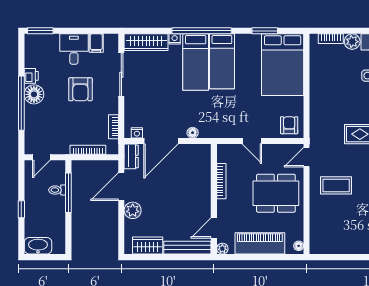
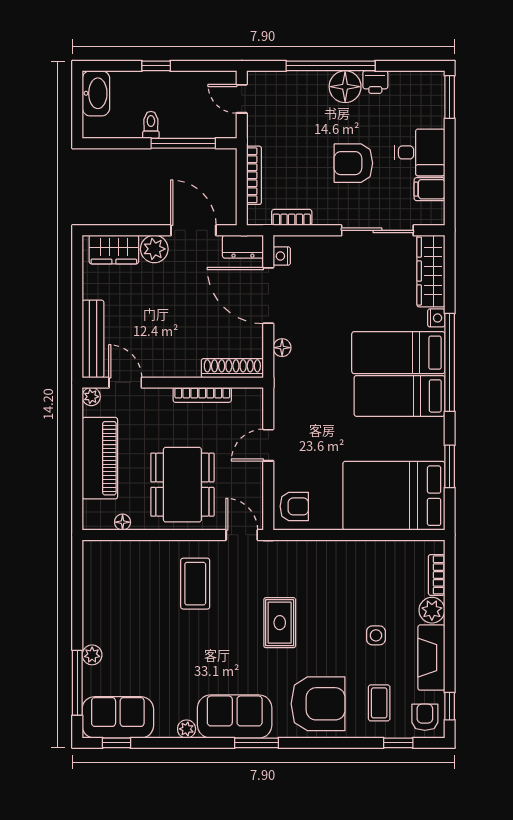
shoe rack: (205, 163) -> (232, 368), added
toilet: (57, 190) -> (151, 125), moved
wardrobe: (148, 245) -> (114, 249), moved, turned 90
floor lamp: (299, 246) -> (123, 522), moved

